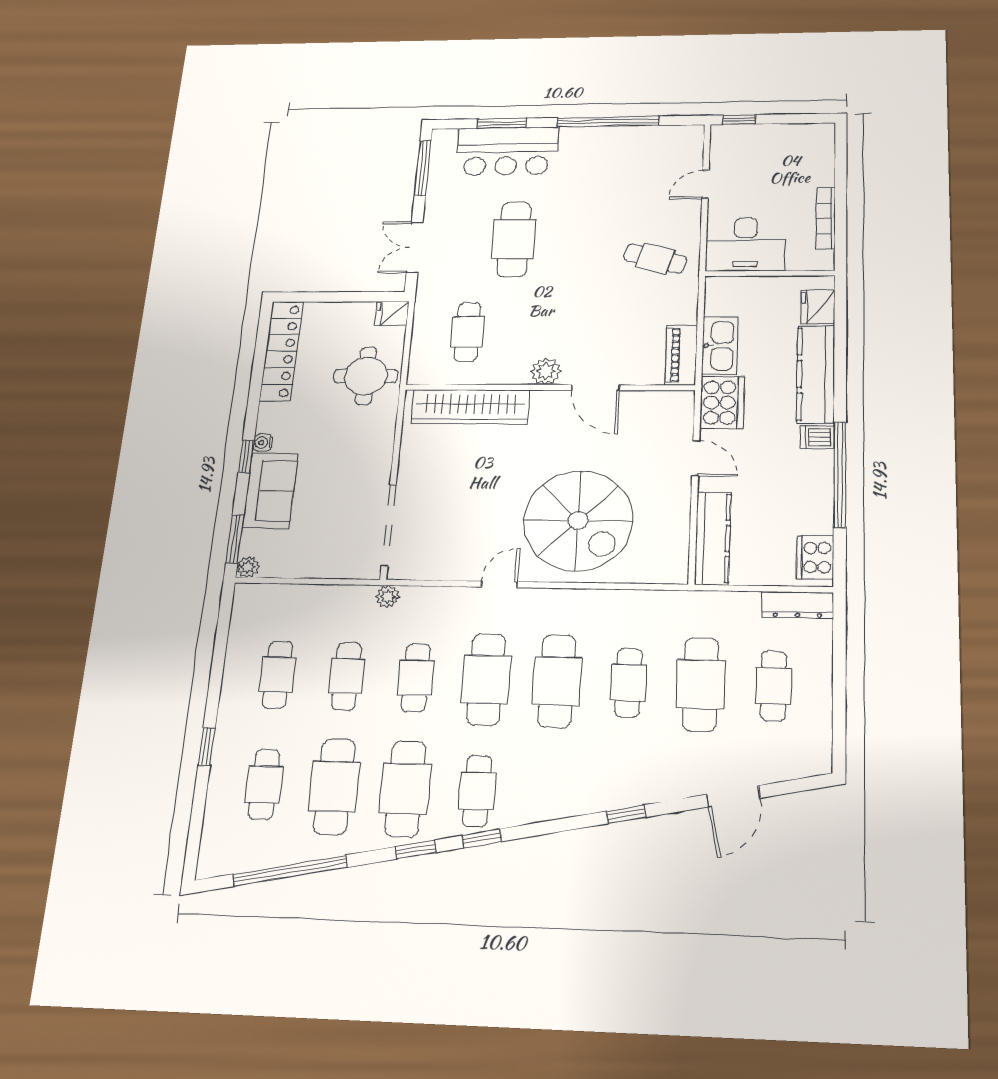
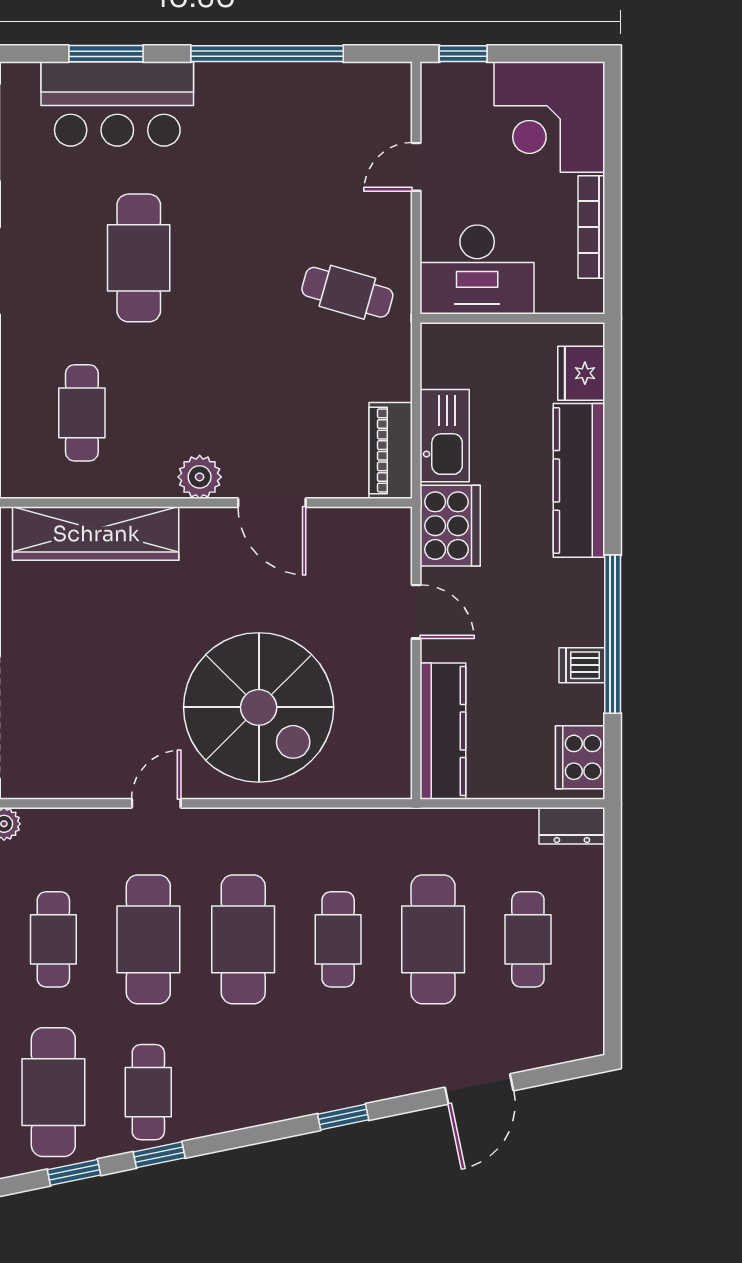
corner desk: (797, 155) -> (549, 117), added
dishwasher: (817, 437) -> (582, 665), moved
dresser: (797, 605) -> (572, 826), width x0.70

